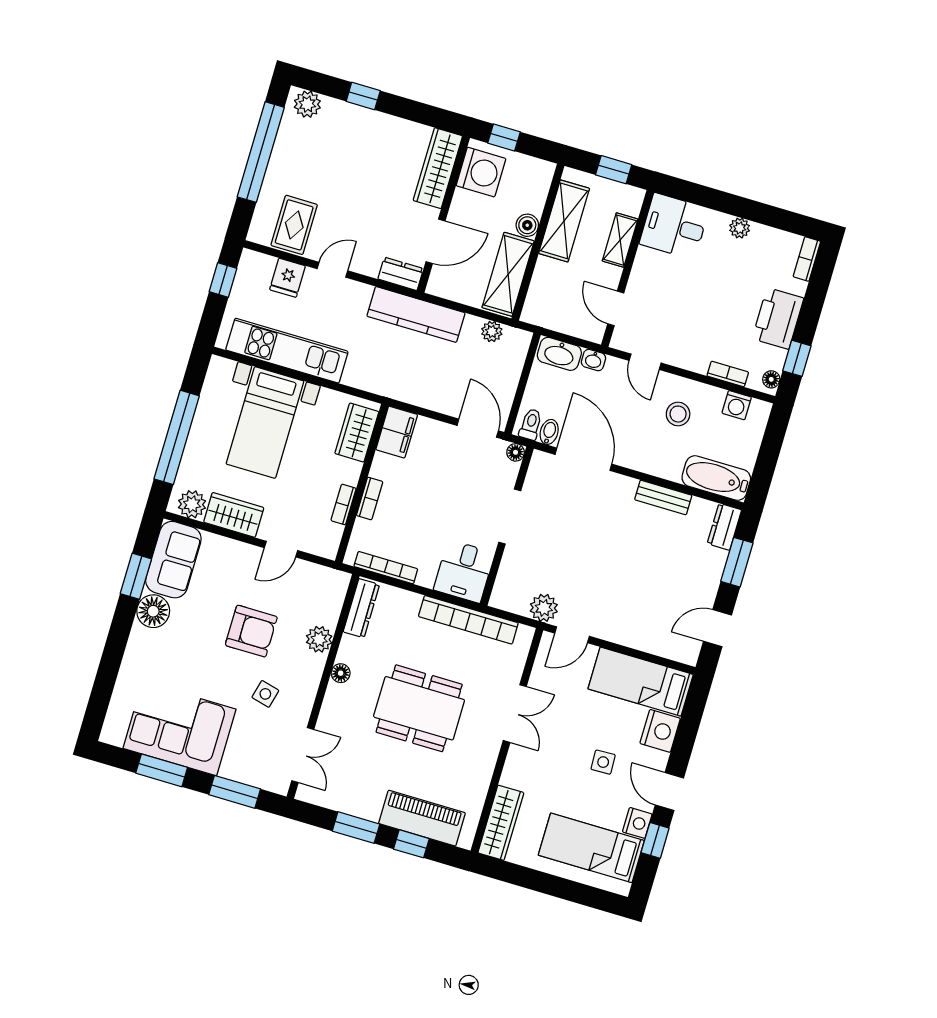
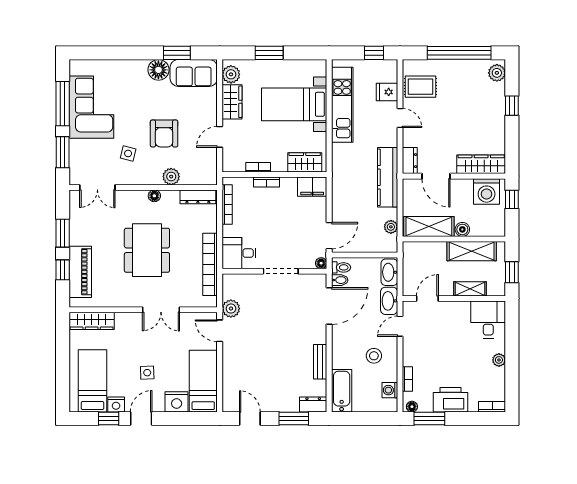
window: (797, 358) -> (429, 419), width x1.50
washbasin: (593, 360) -> (389, 301), width x1.91, depth x1.45
window: (177, 437) -> (269, 53), width x0.47
door: (281, 549) -> (220, 137), hinge flipped
window: (162, 770) -> (63, 104), width x1.44

